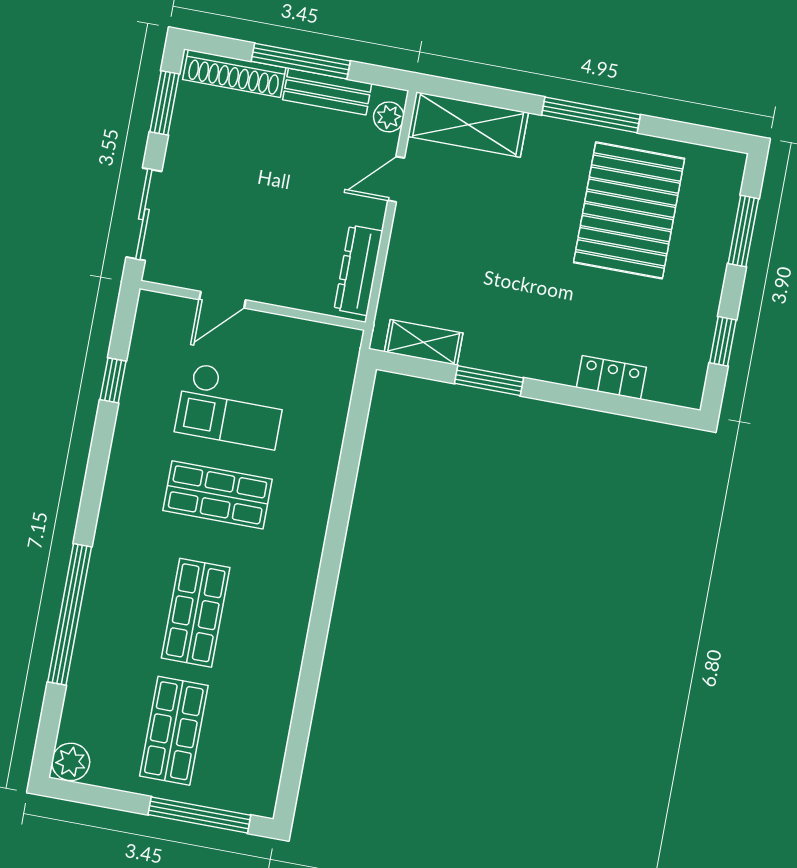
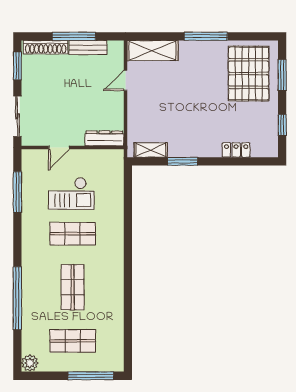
plant: (389, 117) -> (117, 54), removed
pallet: (629, 210) -> (249, 73), moved
dresser: (358, 270) -> (104, 138), moved, turned 90
window: (113, 380) -> (17, 192), width x2.17
shop shelf: (174, 731) -> (73, 341), turned 90

